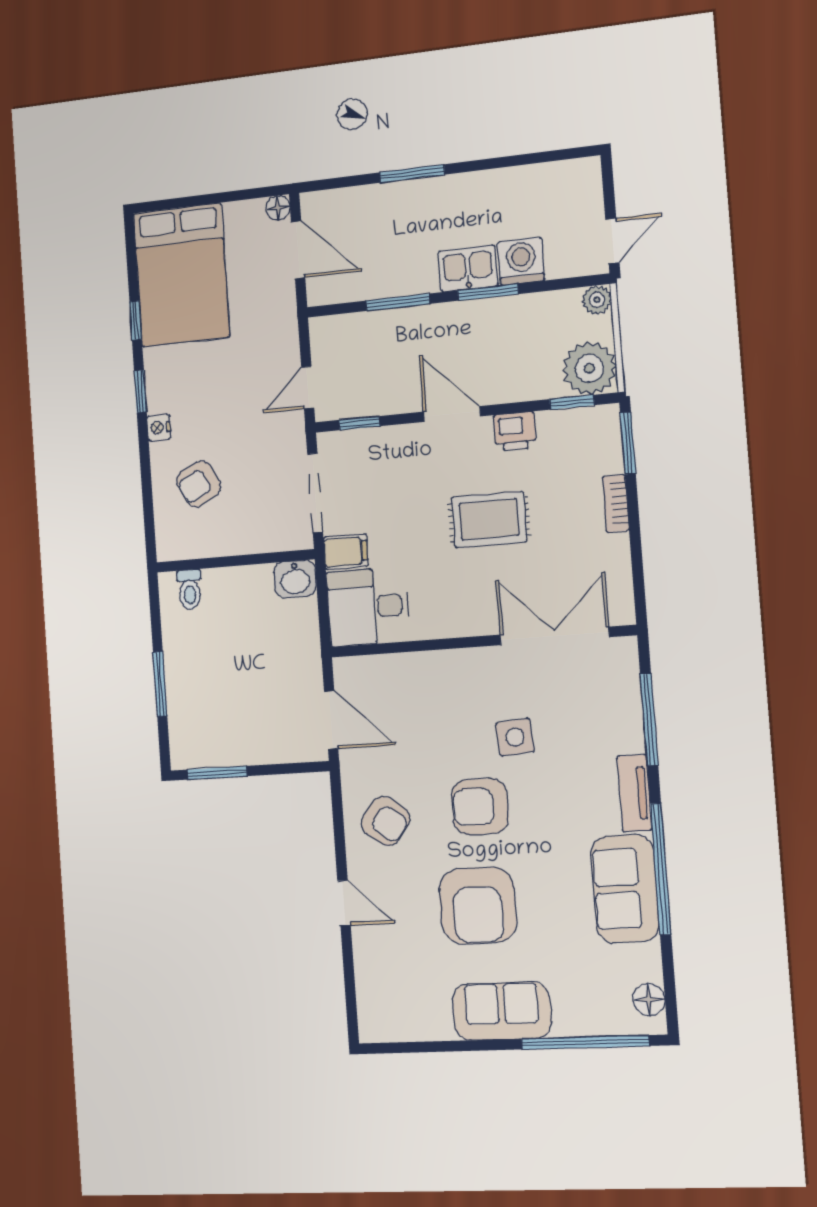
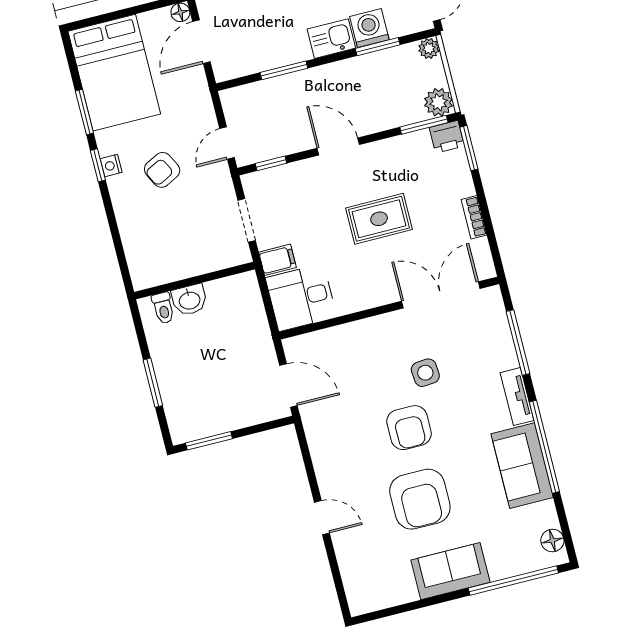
door: (298, 250) -> (201, 42), swing flipped
window: (488, 292) -> (378, 47), moved
window: (136, 321) -> (84, 112), width x1.50
plant: (589, 368) -> (439, 102), width x0.73, depth x0.73
window: (572, 402) -> (424, 125), width x1.50
nightstand: (159, 428) -> (111, 166), moved
printer: (515, 431) -> (447, 137), moved
armchair: (199, 484) -> (162, 170), moved
doorway: (315, 493) -> (247, 220), width x0.73
bookcase: (616, 503) -> (474, 217), moved
washbasin: (295, 579) -> (189, 300), moved
armchair: (480, 807) -> (409, 428), turned -90
armchair: (385, 821) -> (342, 451), removed

